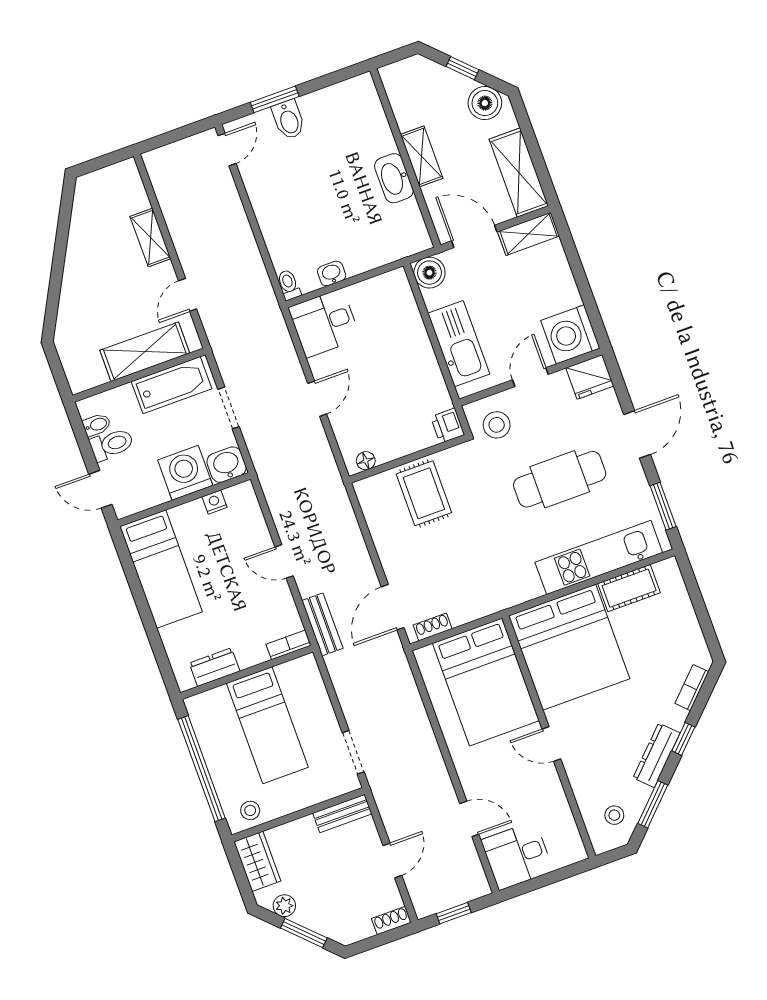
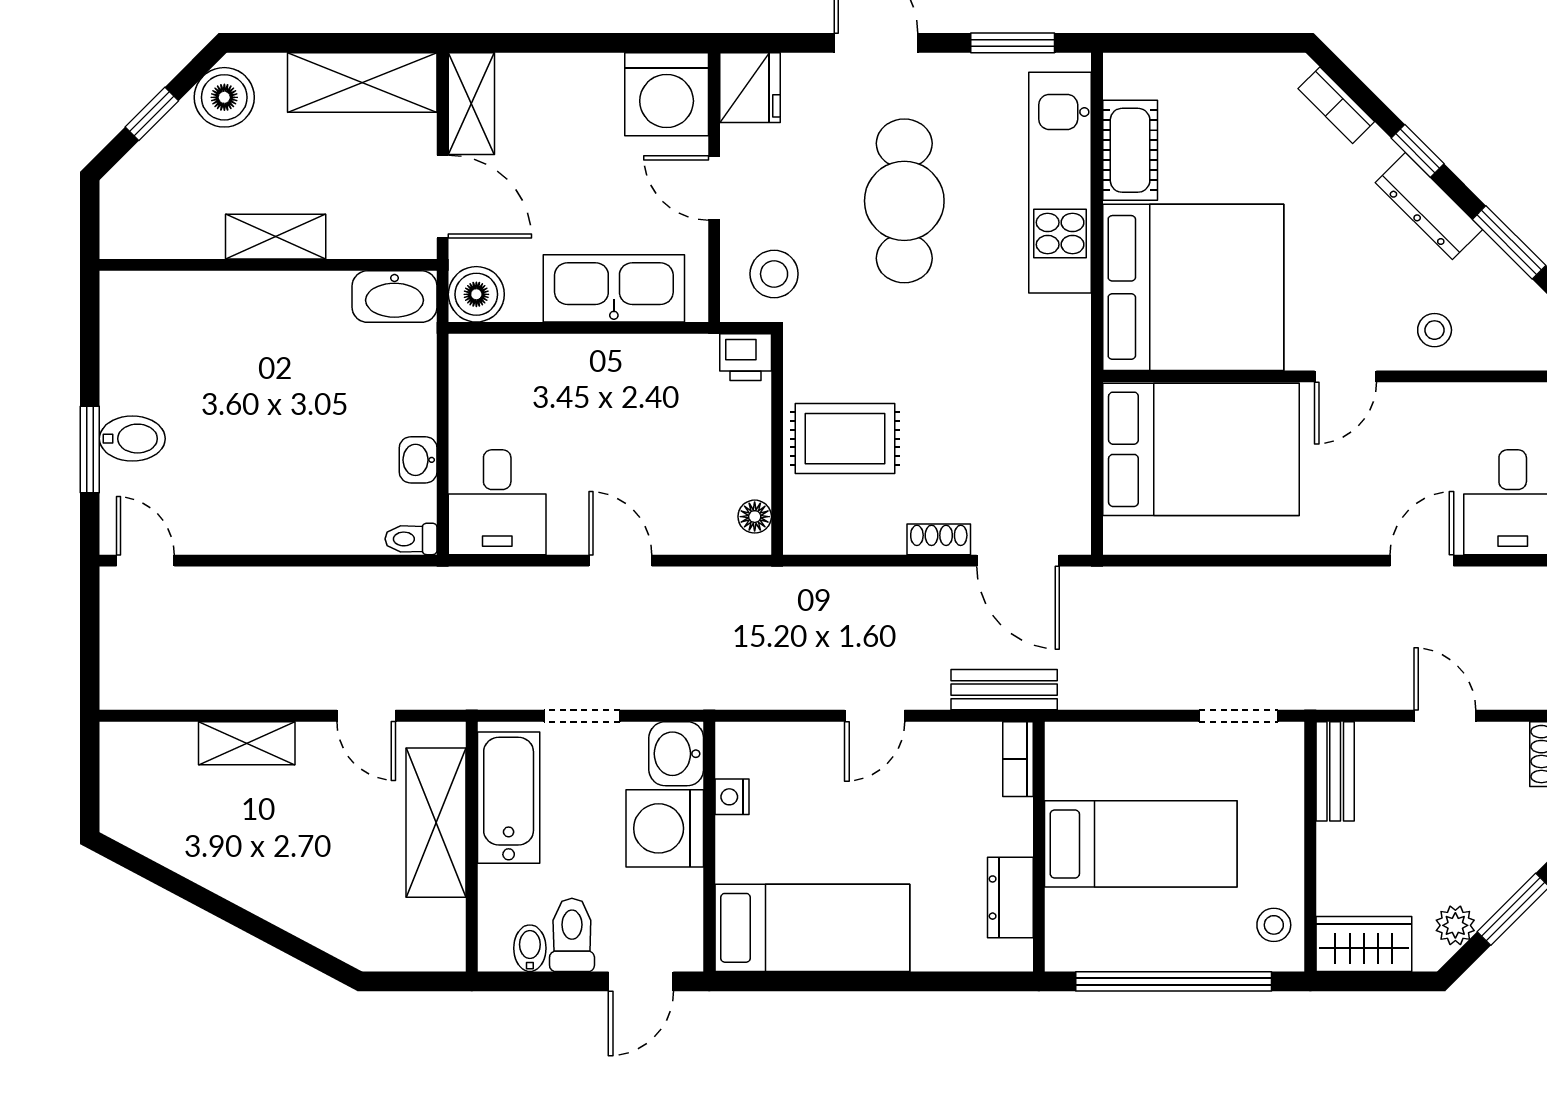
washbasin: (394, 178) -> (394, 297), moved
door: (474, 236) -> (443, 197), swing flipped
shoe rack: (433, 627) -> (939, 539), moved, turned 90
stool: (614, 815) -> (1435, 330), moved

